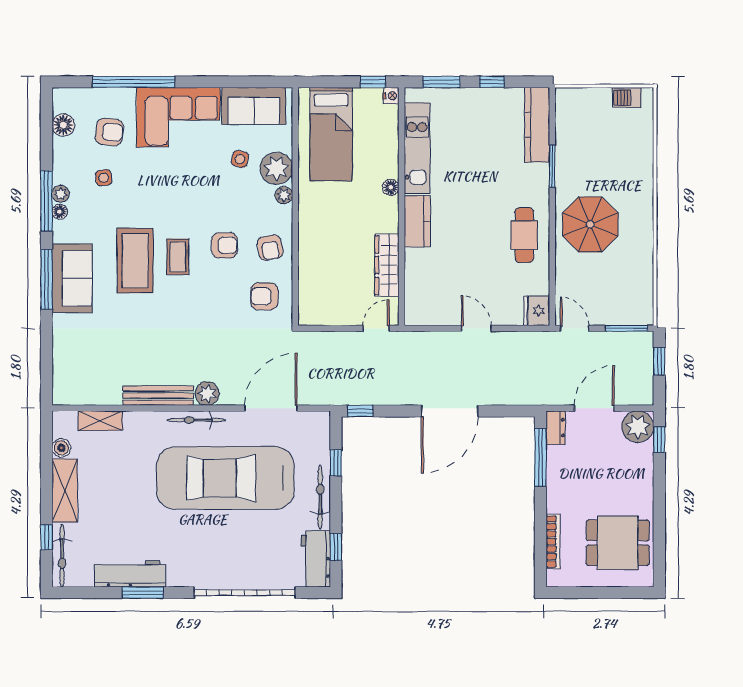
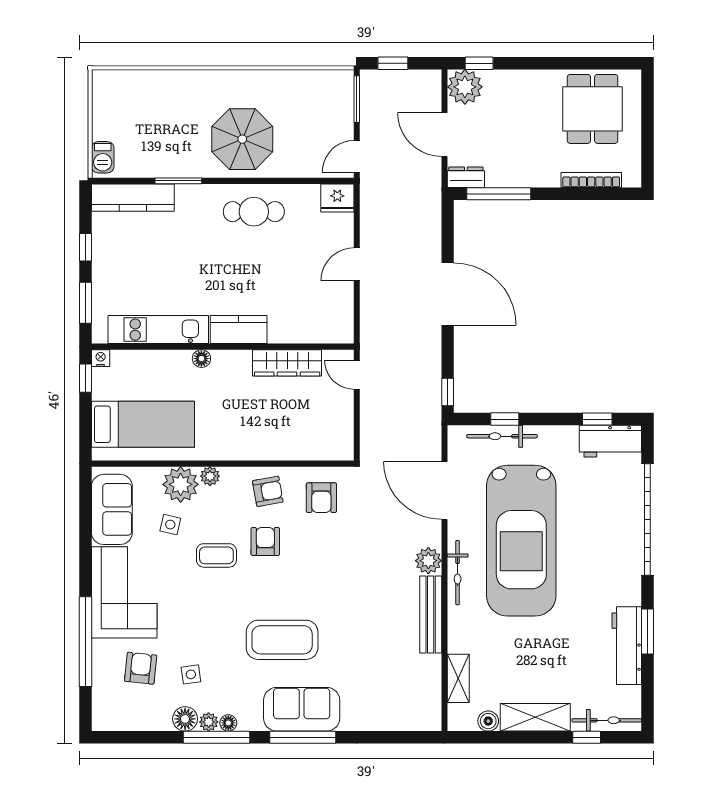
barbecue: (627, 98) -> (103, 157), moved
floor lamp: (63, 125) -> (185, 719), moved
coffee table: (178, 257) -> (216, 555), moved
bicycle: (320, 497) -> (502, 436), moved

